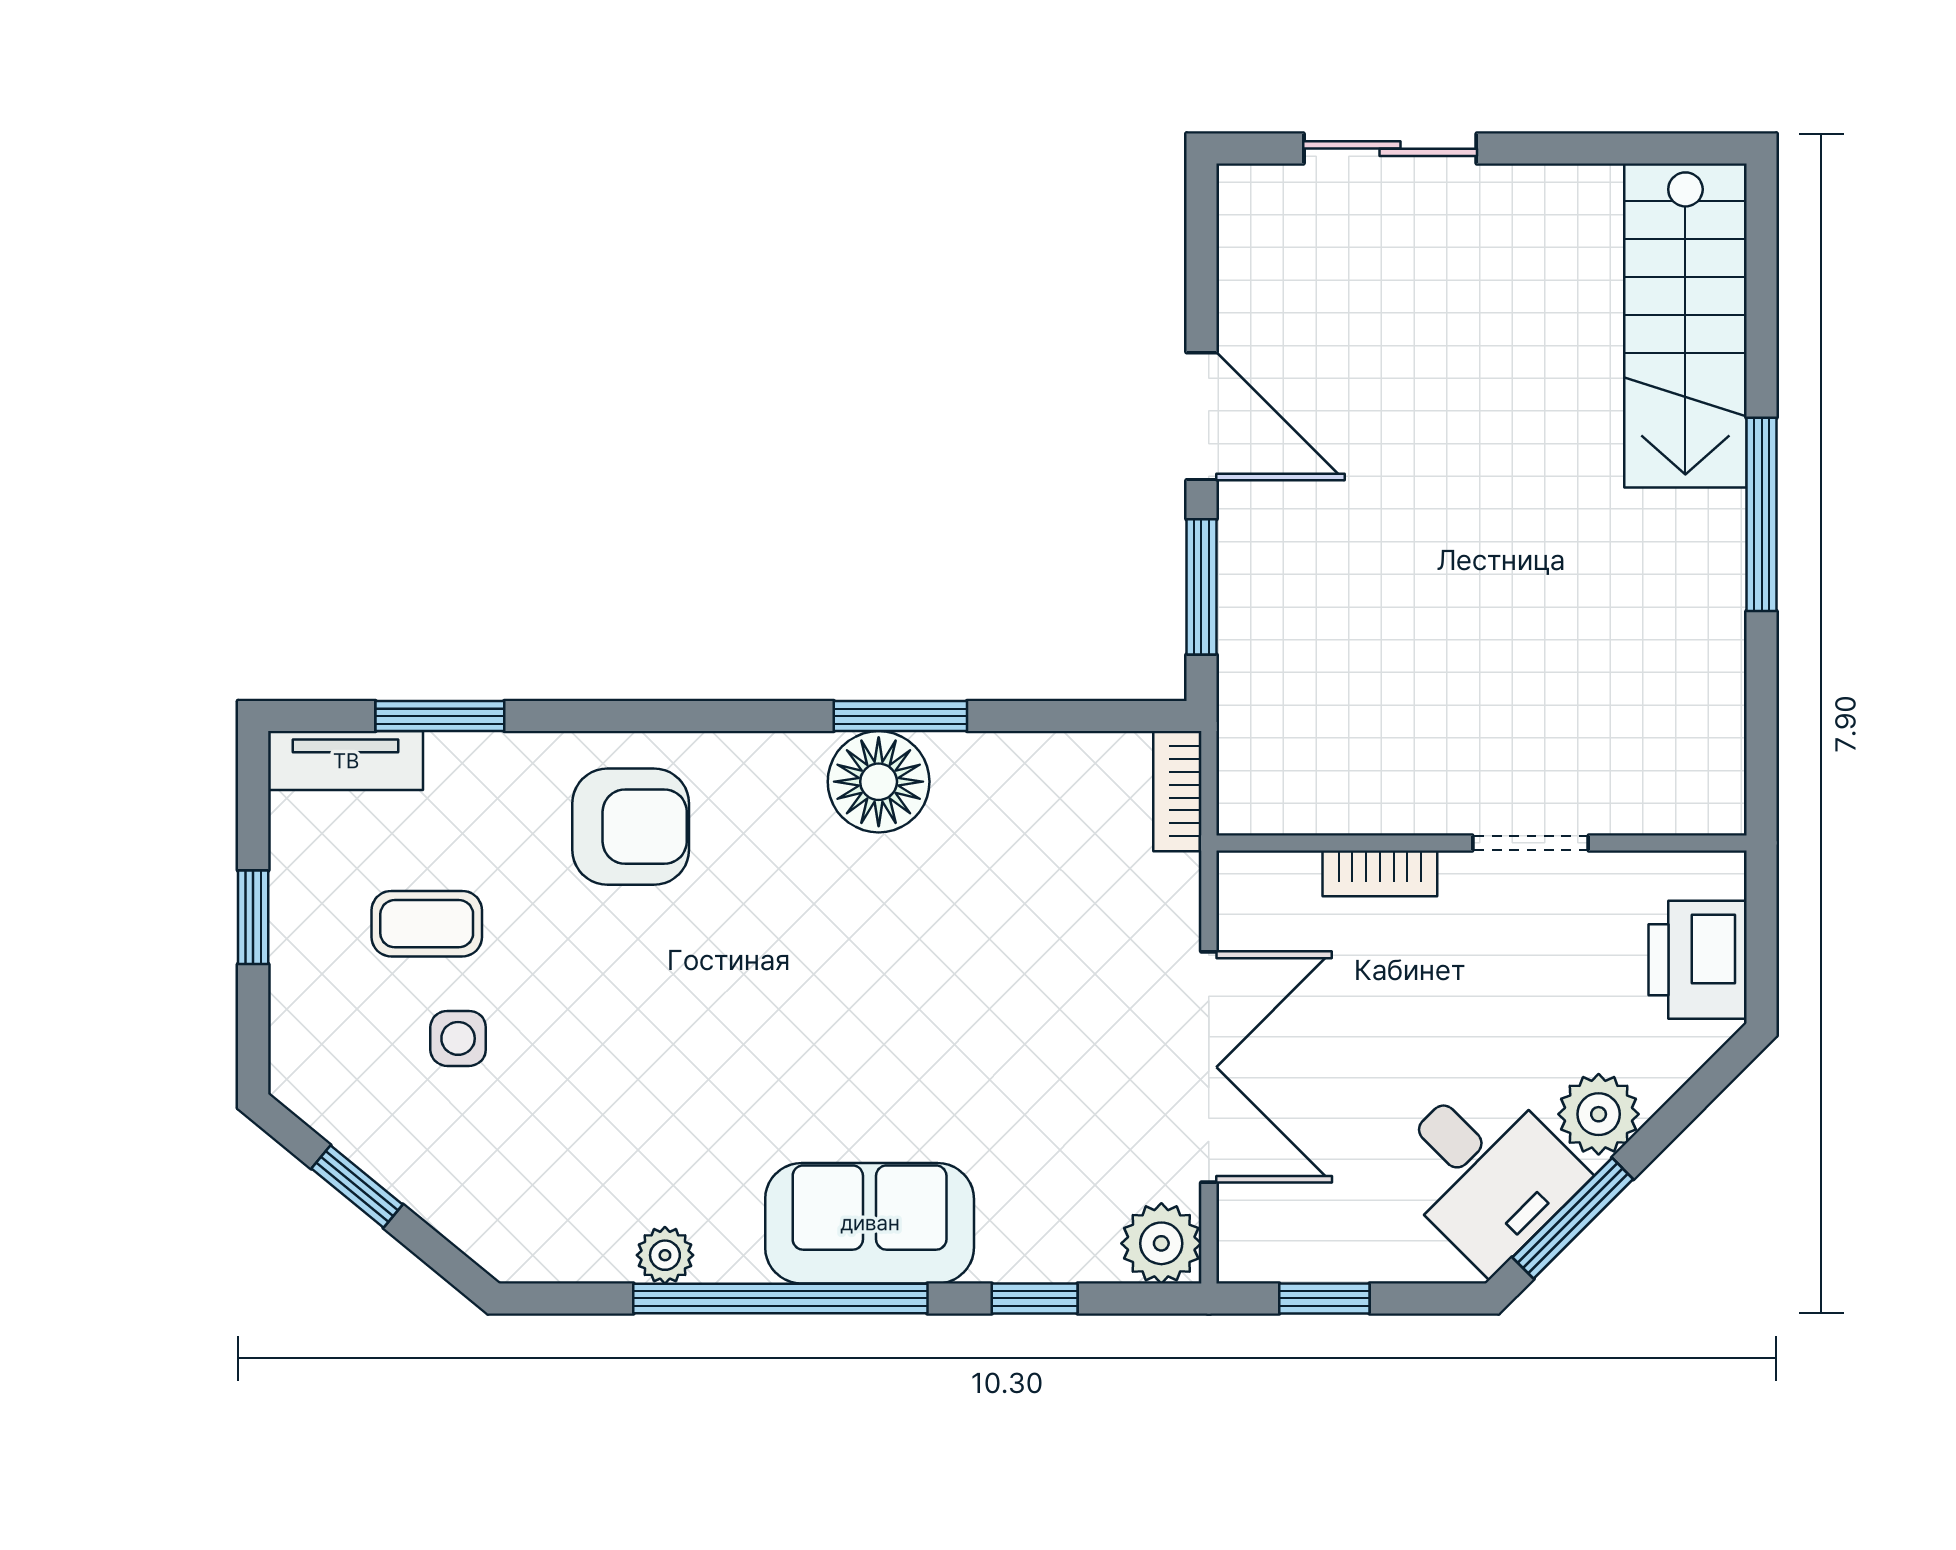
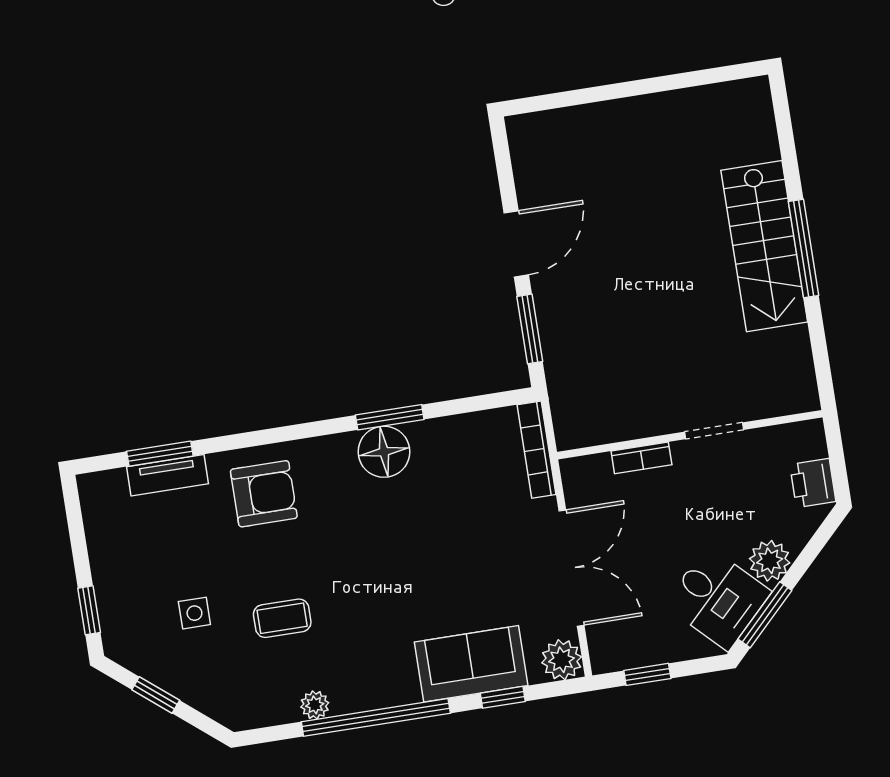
sliding door: (1390, 149) -> (589, 95), removed
stairs: (1685, 326) -> (764, 246), moved
door: (1201, 416) -> (516, 244), hinge flipped
tv unit: (346, 761) -> (167, 475), moved
bookcase: (1177, 791) -> (537, 450), width x1.56
window: (253, 917) -> (89, 610), moved
coffee table: (427, 924) -> (282, 618), moved
printer: (1698, 960) -> (813, 483), width x0.73, depth x0.81
sofa: (870, 1223) -> (471, 664), moved

